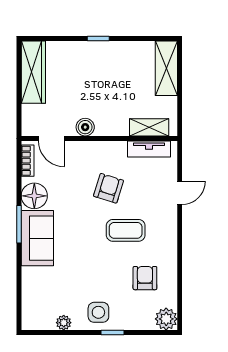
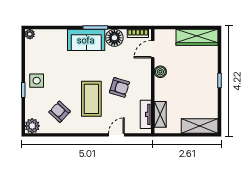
door: (180, 193) -> (116, 135), swing flipped
coffee table: (126, 230) -> (91, 99), width x1.36, depth x1.32
armchair: (145, 278) -> (60, 112), turned -137
plant: (64, 323) -> (30, 34), moved

